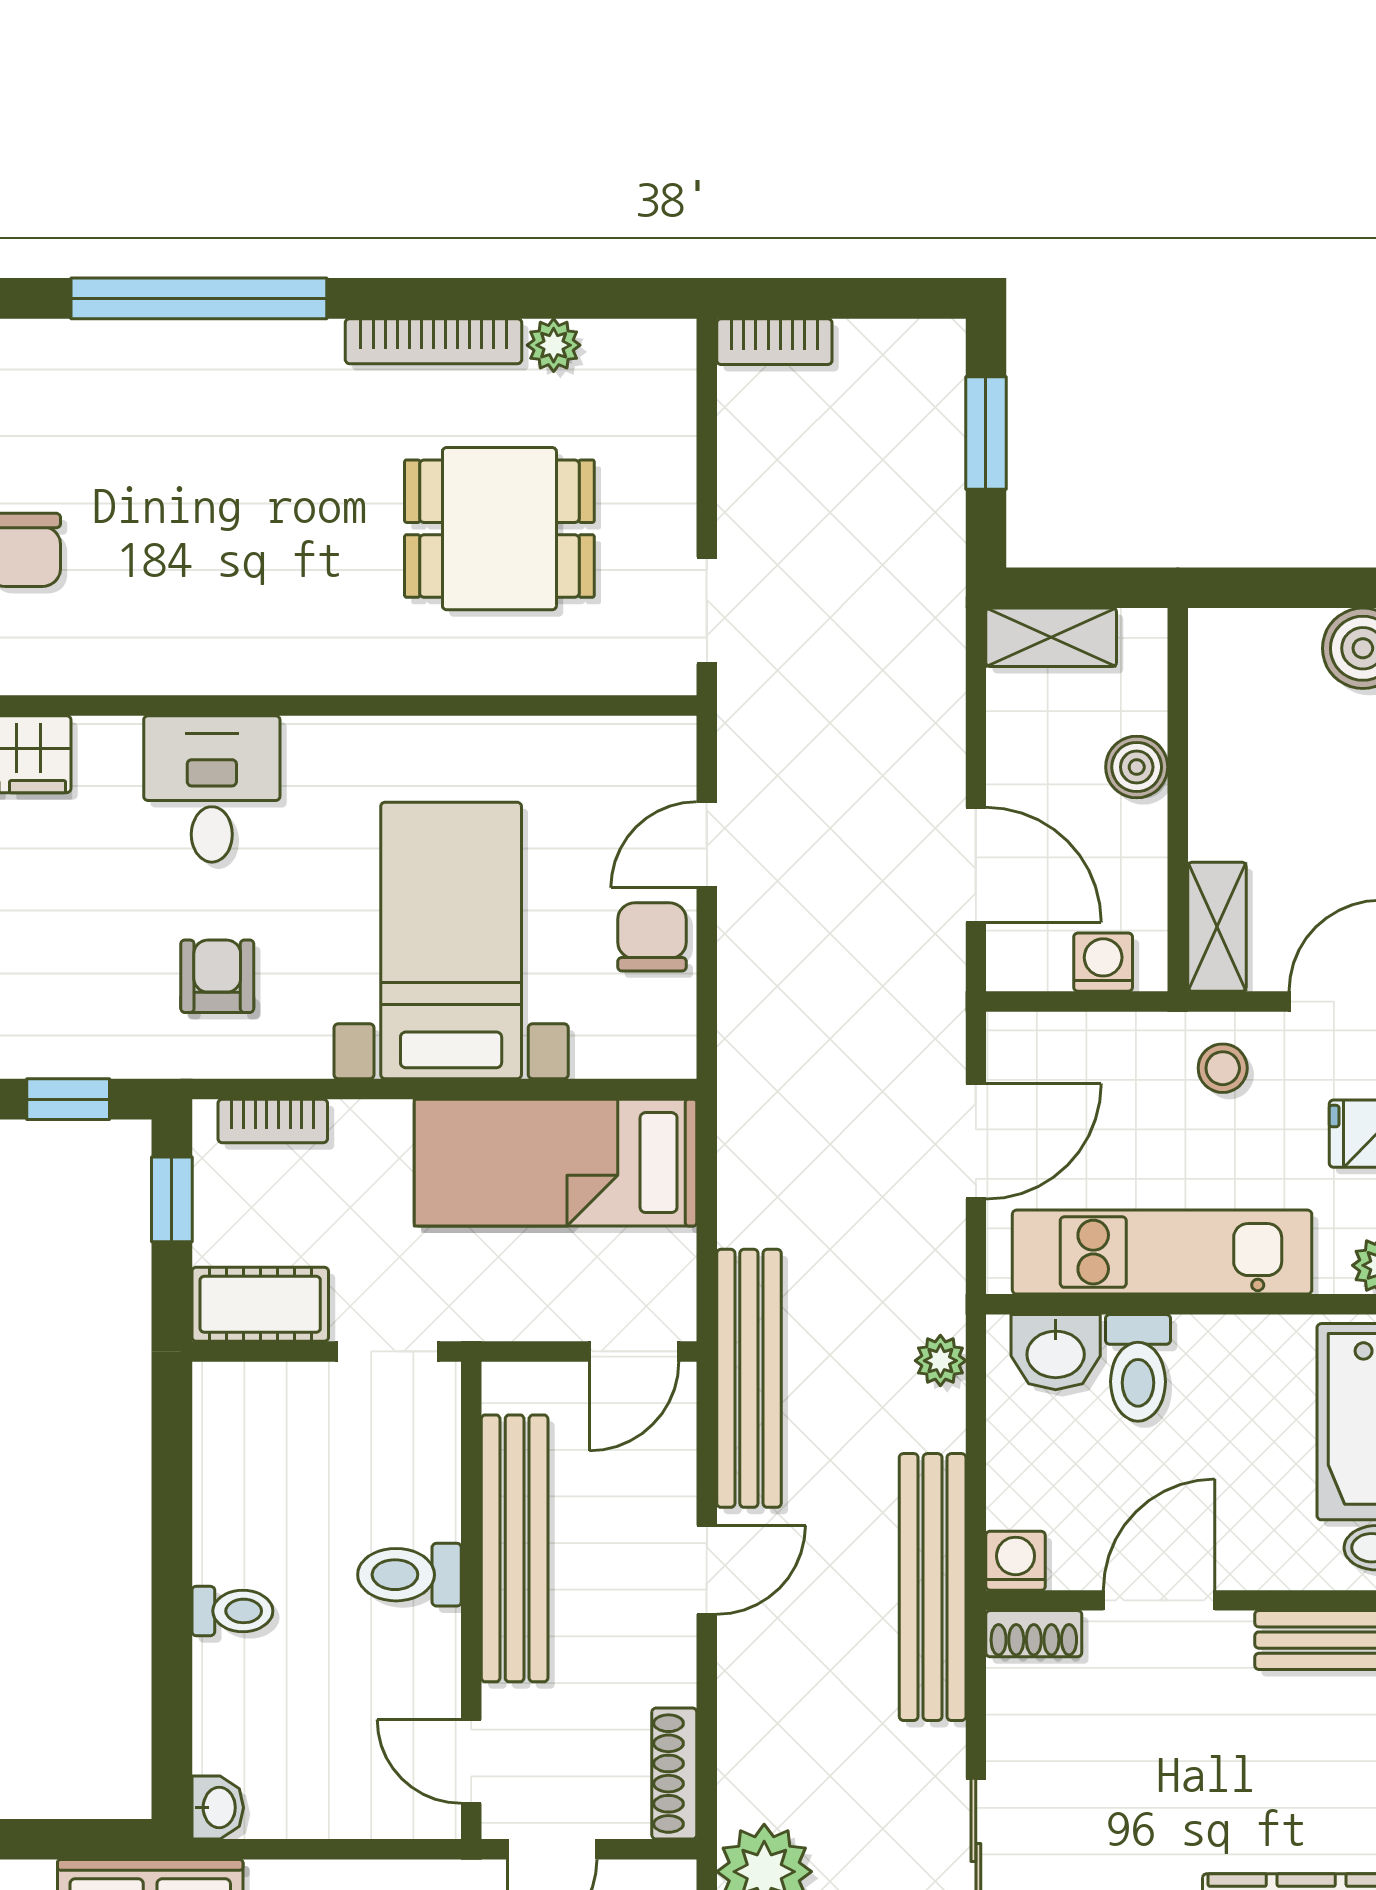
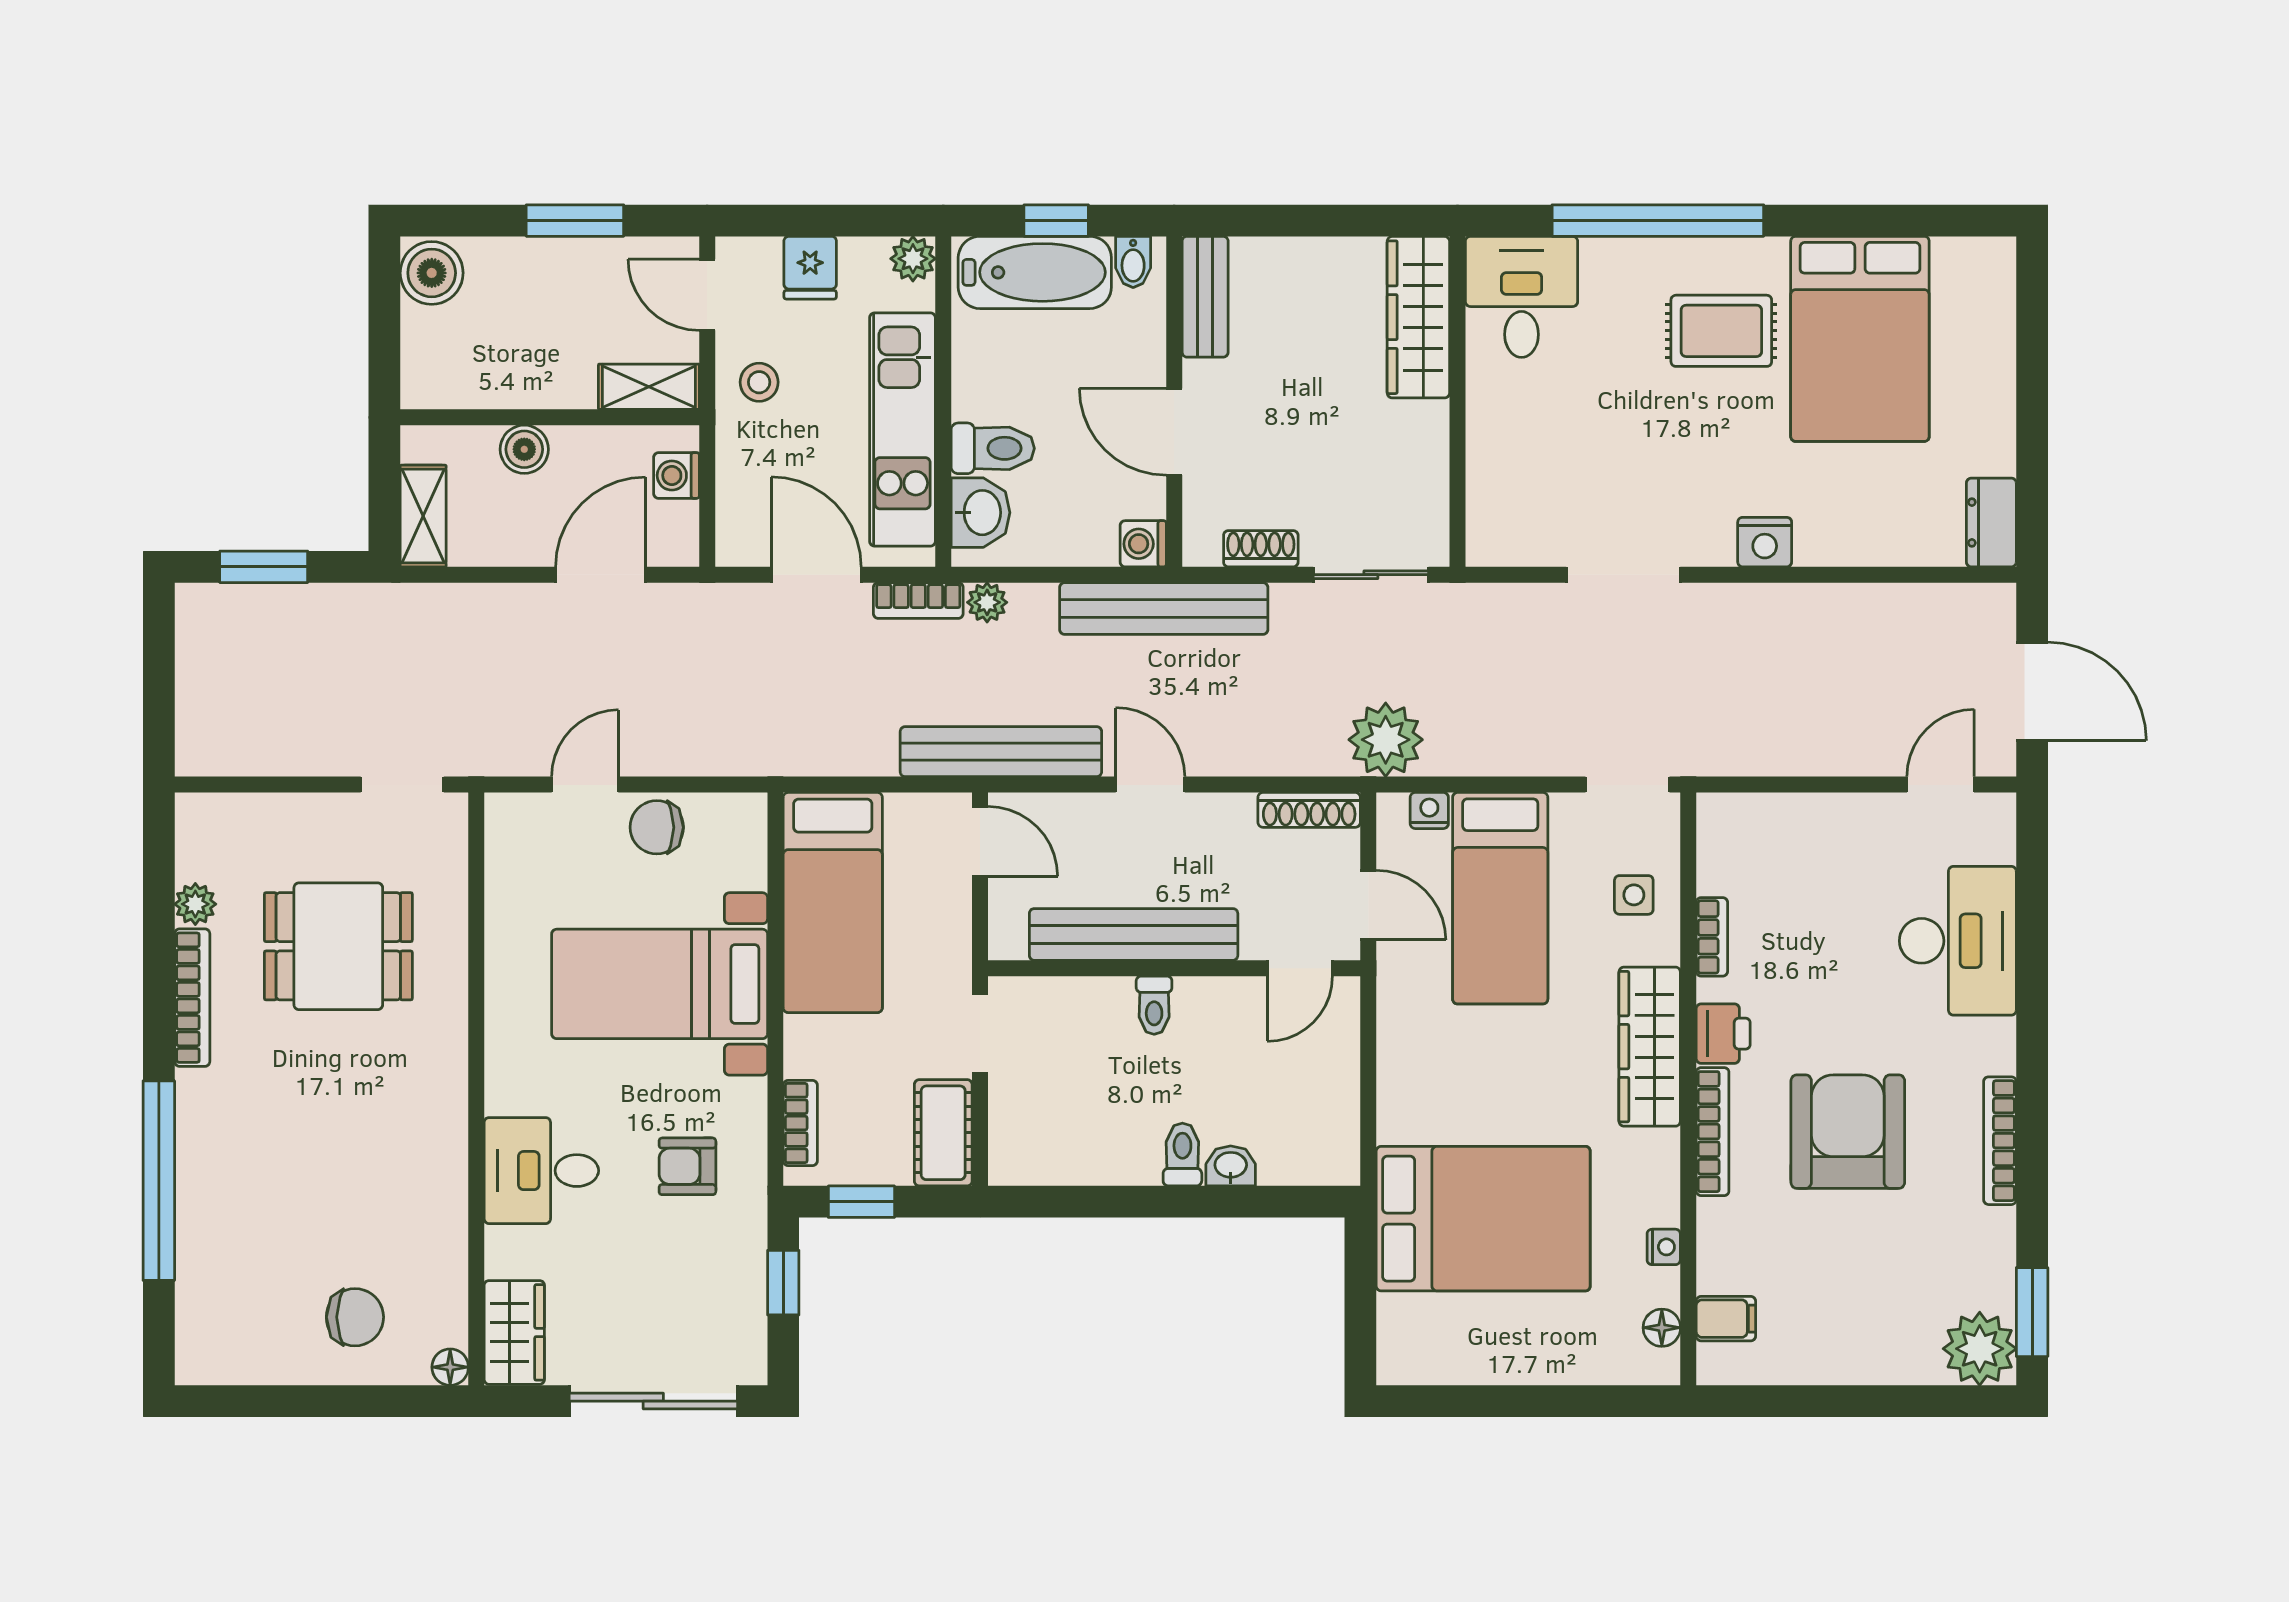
bookcase: (774, 342) -> (918, 601), moved, turned 90
dining table: (499, 529) -> (338, 946), turned 90
door: (707, 845) -> (585, 785), swing flipped
toilet: (409, 1575) -> (1154, 1005), width x0.73, depth x0.72
shoe rack: (1034, 1634) -> (1261, 549), moved, turned -90
washbasin: (218, 1808) -> (1231, 1166), moved

